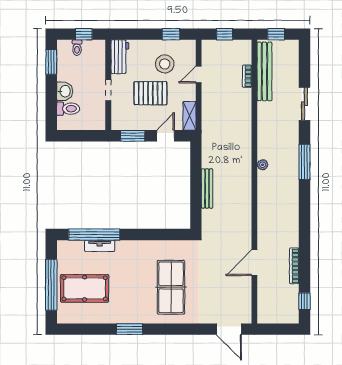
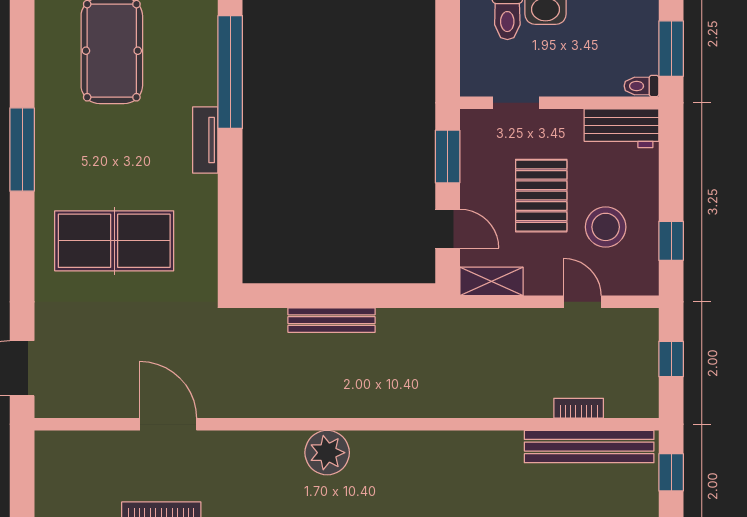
window: (84, 34) -> (671, 49), width x1.50
toilet: (77, 48) -> (641, 86), moved
doorway: (108, 90) -> (516, 103), moved
plant: (263, 165) -> (327, 453), moved, width x1.88, depth x1.88
tv unit: (100, 246) -> (205, 140), moved
window: (130, 329) -> (22, 150), width x1.44

